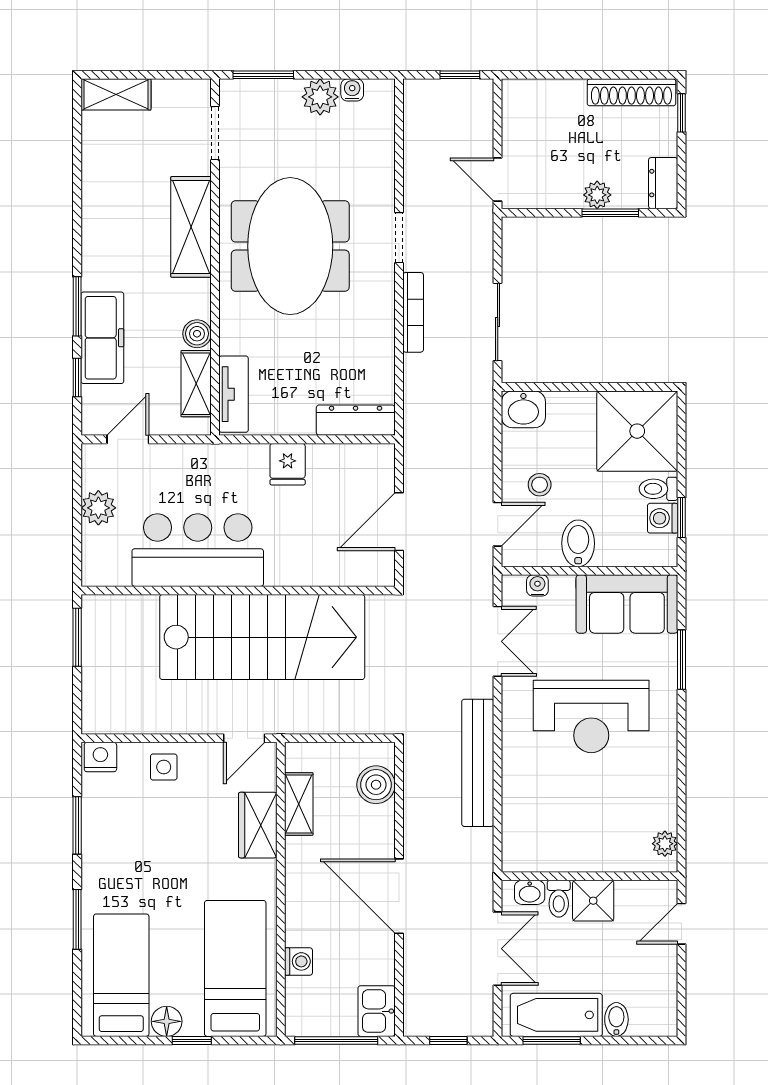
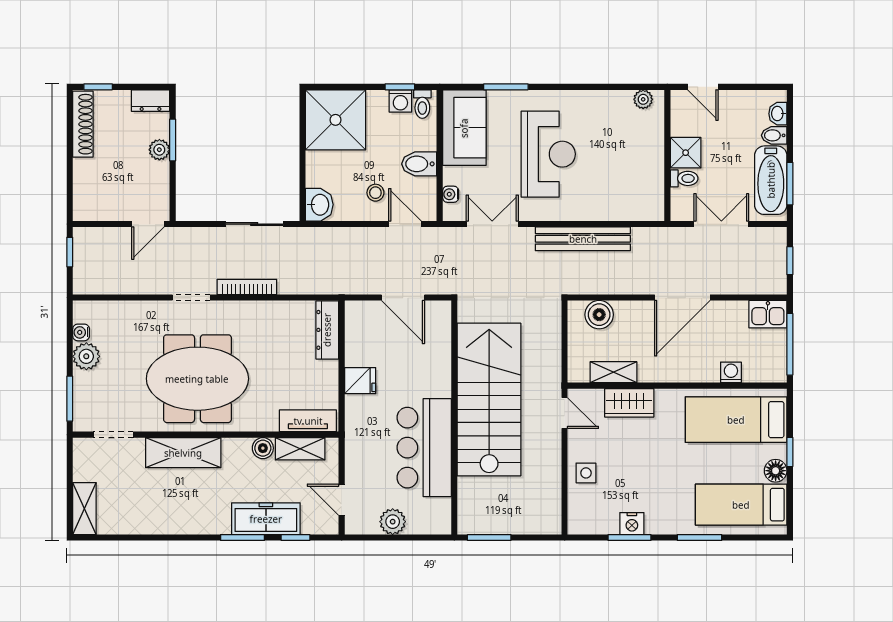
toilet: (658, 489) -> (422, 104), moved
nightstand: (100, 757) -> (632, 524), moved, turned -90
washbasin: (530, 892) -> (778, 114), moved, turned 180

